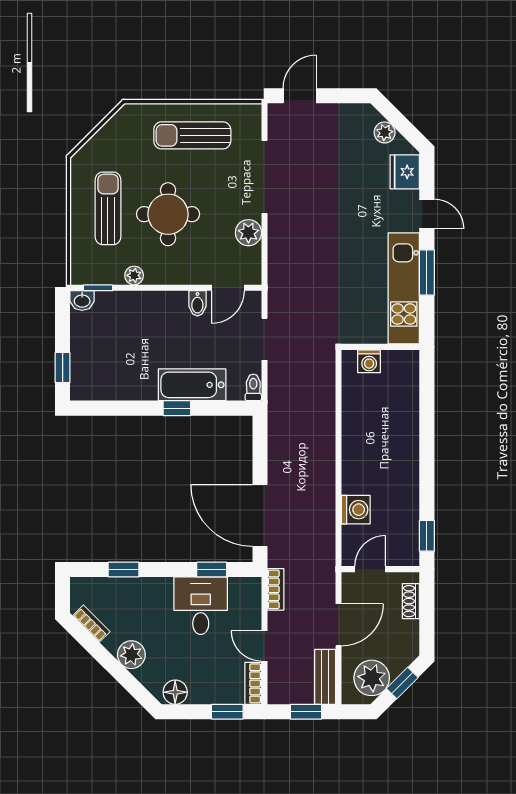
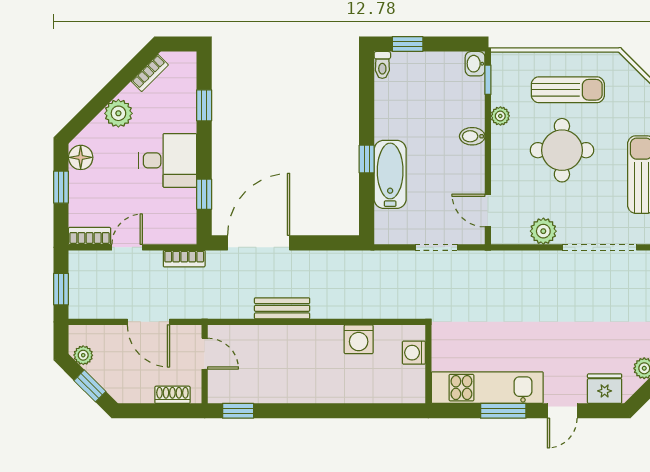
bidet: (197, 303) -> (472, 136), moved
toilet: (253, 387) -> (382, 65), moved, turned 90
washing machine: (356, 510) -> (359, 339), moved
desk: (201, 606) -> (168, 160), moved
bench: (325, 677) -> (282, 308), moved
plant: (372, 678) -> (83, 355), width x0.53, depth x0.53
window: (227, 712) -> (61, 187), moved

